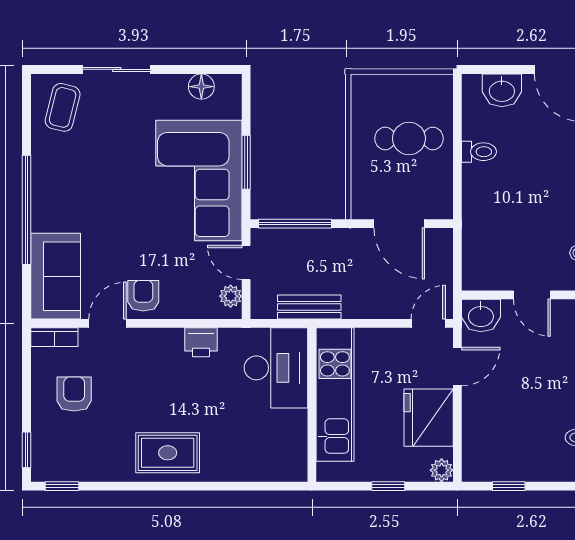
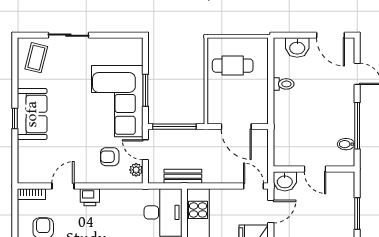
floor lamp: (201, 87) -> (119, 45), removed
cafe table: (409, 138) -> (233, 66), moved
window: (26, 210) -> (15, 119), width x0.32
sofa: (56, 276) -> (32, 114), moved
armchair: (143, 296) -> (110, 157), moved, turned -90
door: (428, 323) -> (253, 186), hinge flipped
printer: (201, 342) -> (90, 197), moved

